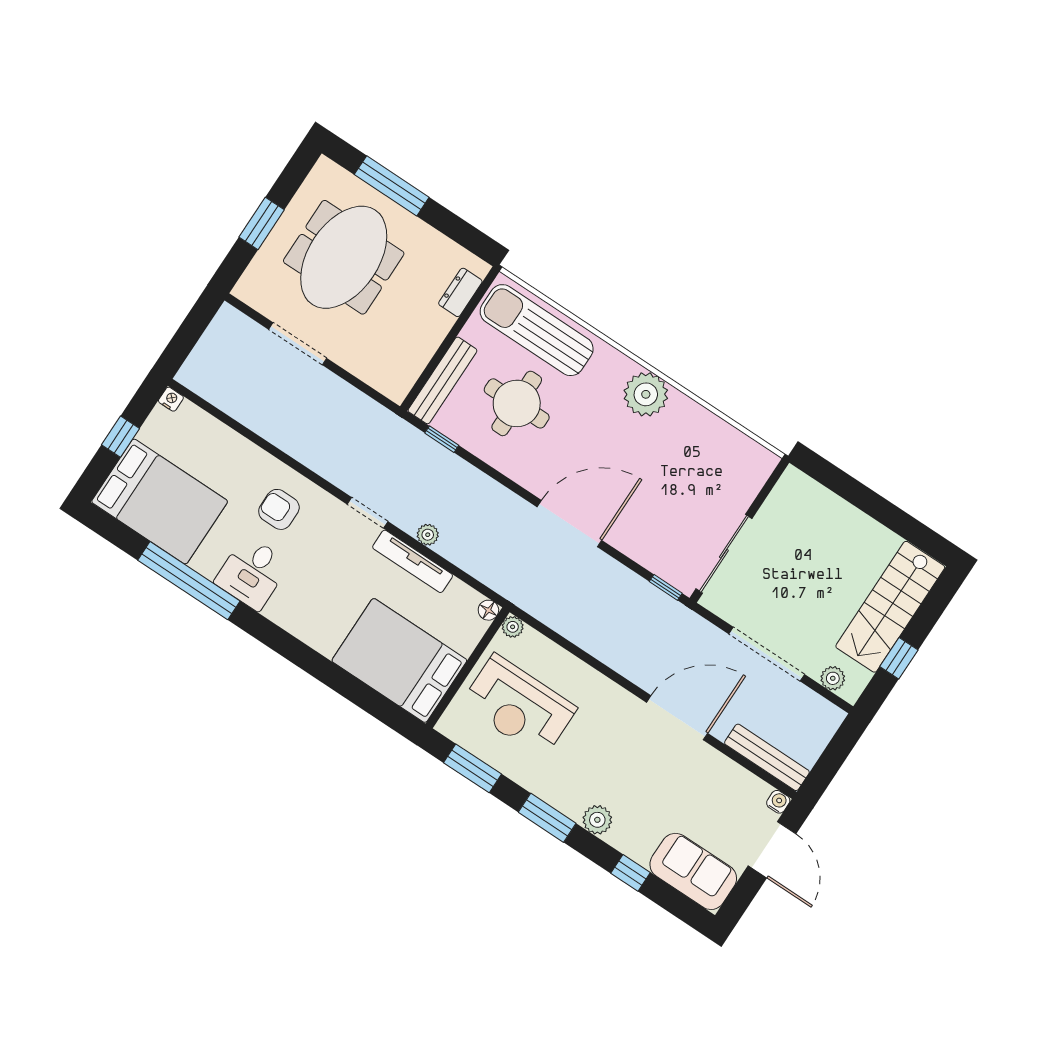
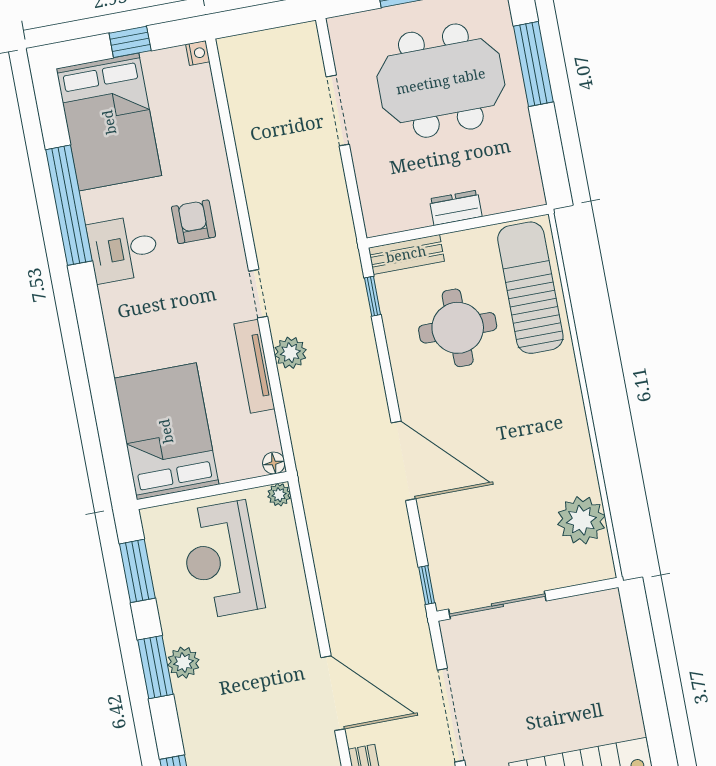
dresser: (460, 292) -> (456, 208), moved
bench: (443, 380) -> (406, 254), width x0.73
plant: (646, 394) -> (581, 520), moved
plant: (428, 535) -> (290, 353), width x1.38, depth x1.38
plant: (597, 820) -> (183, 663), moved

